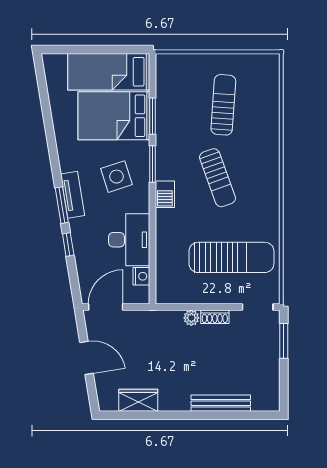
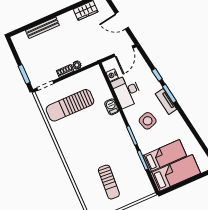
bed: (114, 116) -> (165, 156), width x0.67
sun lounger: (218, 178) -> (95, 143), removed
barbecue: (165, 194) -> (112, 107), moved

